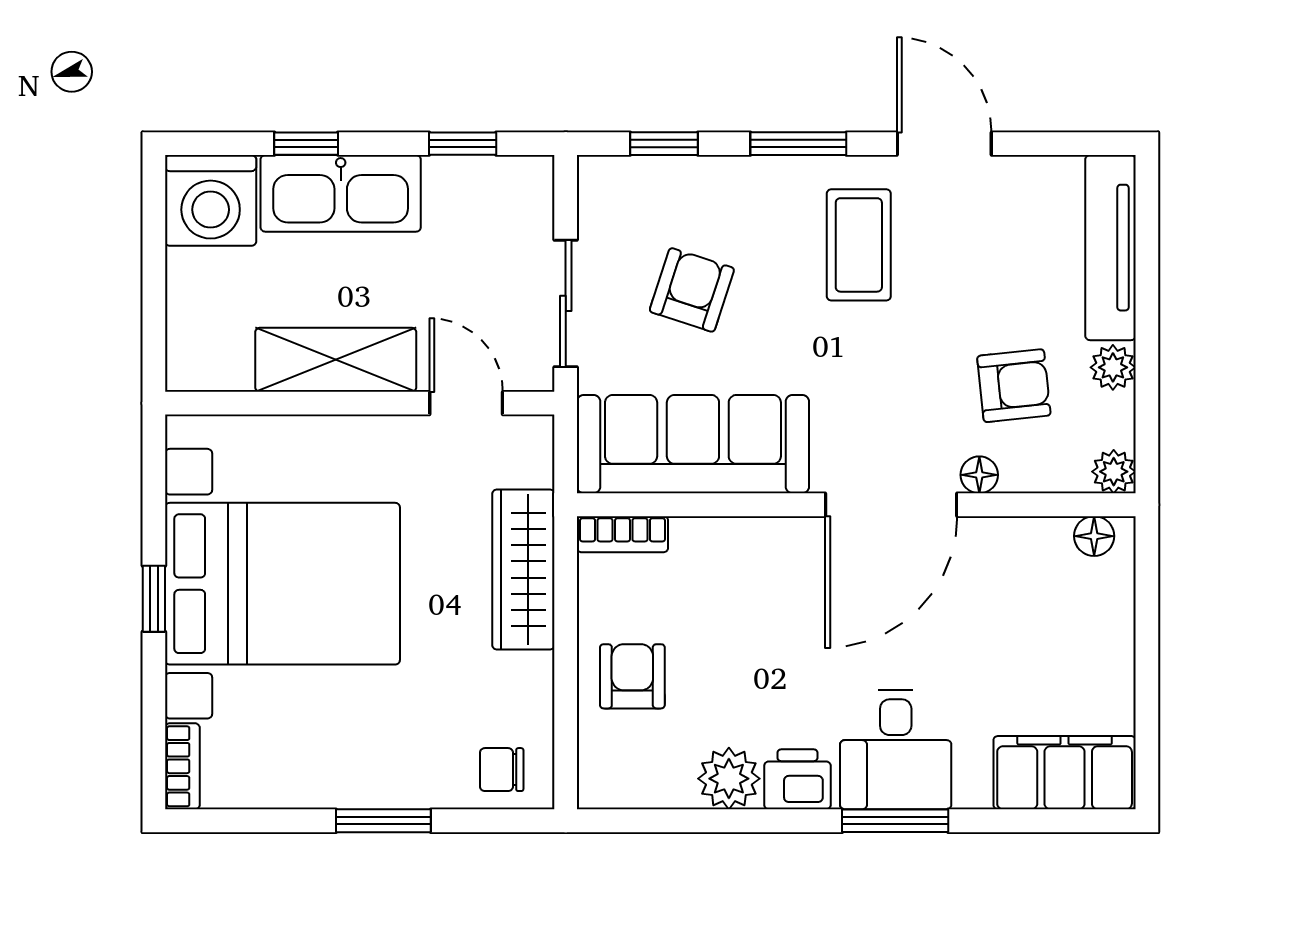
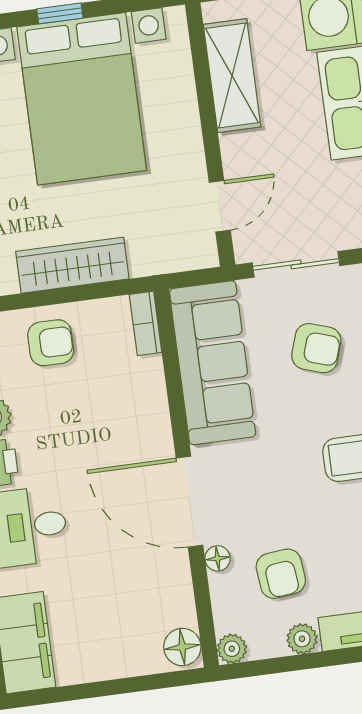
shelving: (336, 360) -> (232, 76), moved
floor lamp: (1094, 536) -> (182, 647), width x1.37, depth x1.37
wardrobe: (523, 570) -> (72, 265), moved

